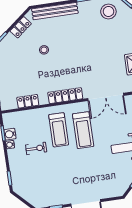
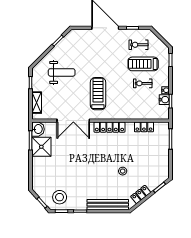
double door: (106, 97) -> (73, 121), swing flipped
treadmill: (59, 130) -> (143, 64), moved, turned -90
exercise bike: (47, 190) -> (138, 45), added

